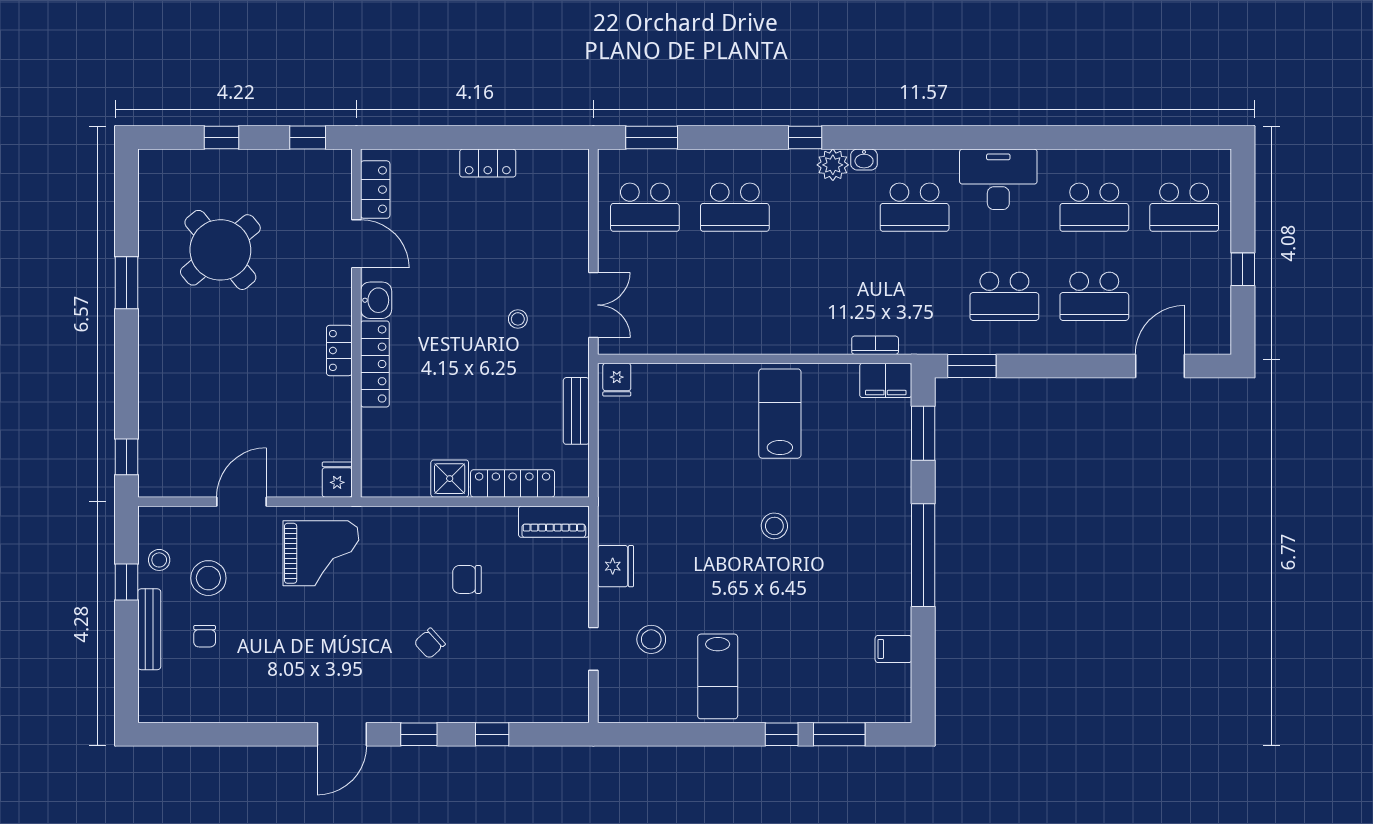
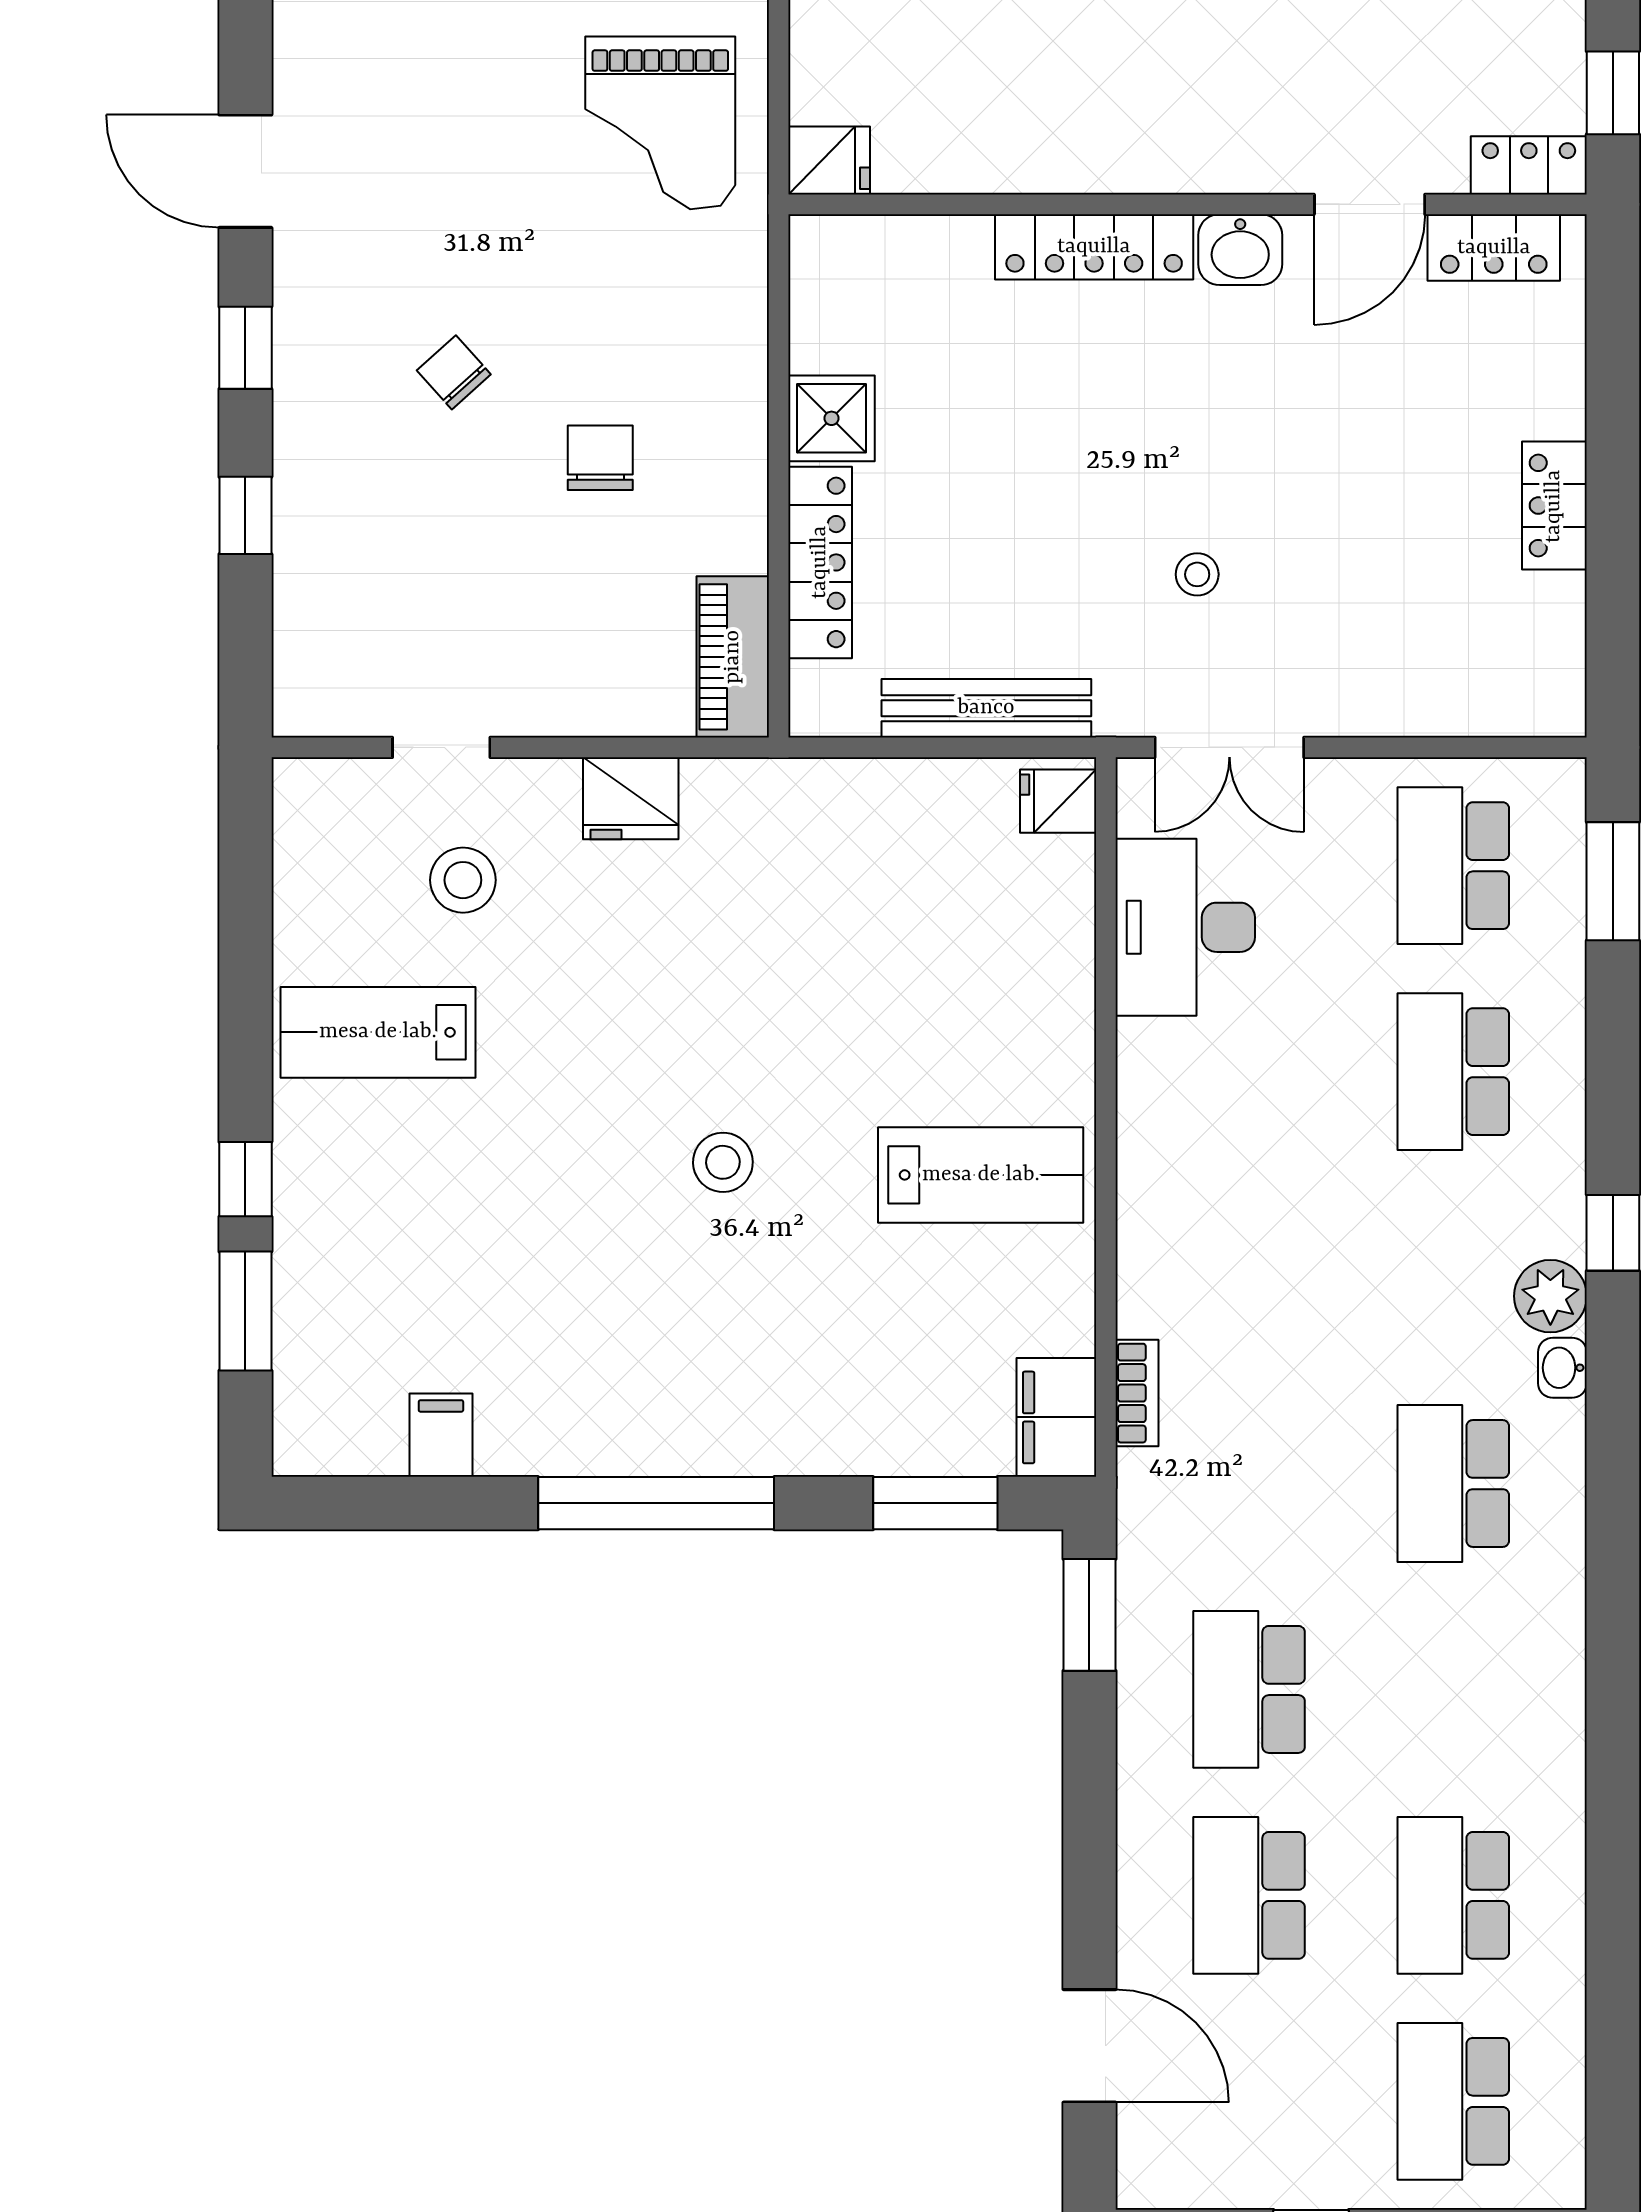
desk: (998, 179) -> (1185, 927), moved, turned 180
locker: (339, 350) -> (1529, 165), moved
bench: (576, 411) -> (986, 708), width x1.36

